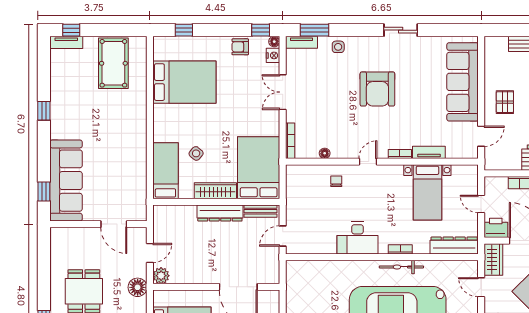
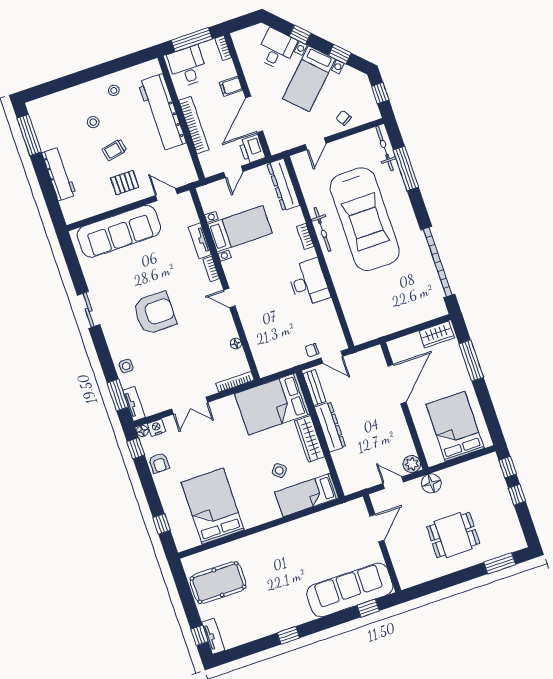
chair: (336, 181) -> (312, 350), moved
wardrobe: (493, 259) -> (284, 141), removed

